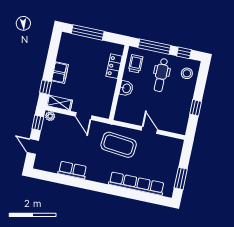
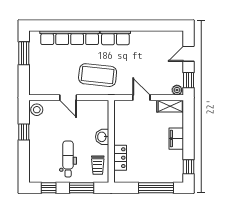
window: (154, 47) -> (82, 188), width x0.69
stool: (187, 73) -> (37, 110), moved
window: (45, 87) -> (189, 167), moved
door: (33, 146) -> (189, 54), swing flipped
row of seats: (72, 170) -> (115, 38), moved

